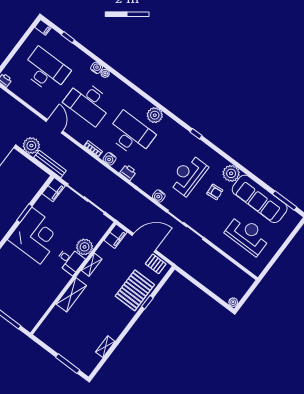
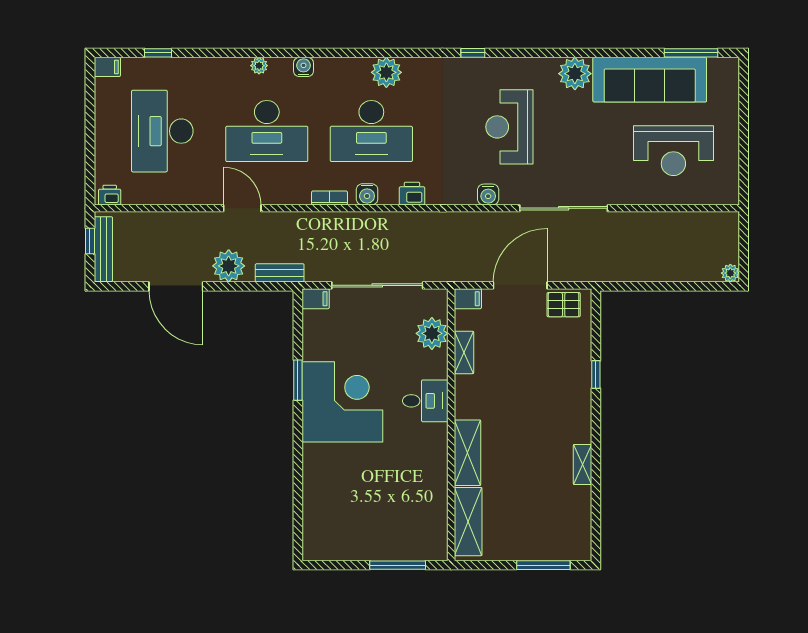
water cooler: (97, 68) -> (304, 67), moved
desk: (46, 70) -> (162, 131), turned -90
desk: (131, 134) -> (371, 131), turned 180
bench: (50, 164) -> (280, 273), width x0.73
filing cabinet: (54, 190) -> (316, 299), width x0.50
armchair: (215, 192) -> (571, 122), removed
reception desk: (248, 235) -> (673, 151), turned 180
filing cabinet: (115, 236) -> (468, 299), width x0.50
plant: (85, 247) -> (432, 333), moved
shelving: (92, 265) -> (464, 352), moved
pallet: (135, 290) -> (562, 371), removed
shelving: (50, 323) -> (468, 522), added
shelving: (105, 347) -> (582, 465), moved

